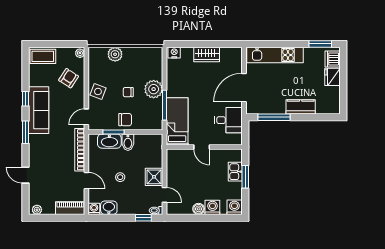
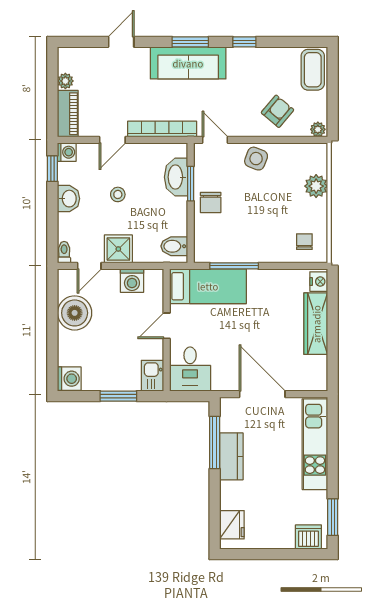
wardrobe: (207, 54) -> (316, 324), width x1.50
fridge: (333, 77) -> (232, 525), moved, turned 90
armchair: (69, 78) -> (277, 111), turned -83
plant: (154, 89) -> (260, 248), removed
chair: (128, 92) -> (304, 242), moved
kitchen counter: (301, 107) -> (231, 456), moved
sofa: (39, 110) -> (188, 63), moved
desk: (228, 120) -> (190, 369), moved
bidet: (128, 142) -> (174, 246), moved
kitchen sink: (235, 172) -> (152, 376), moved, turned -90
washing machine: (212, 207) -> (132, 281), moved, turned 90
washbasin: (109, 208) -> (69, 199), moved
boiler: (199, 209) -> (75, 313), width x1.86, depth x1.86
plant: (37, 210) -> (65, 81), moved
window: (143, 218) -> (52, 169), moved

